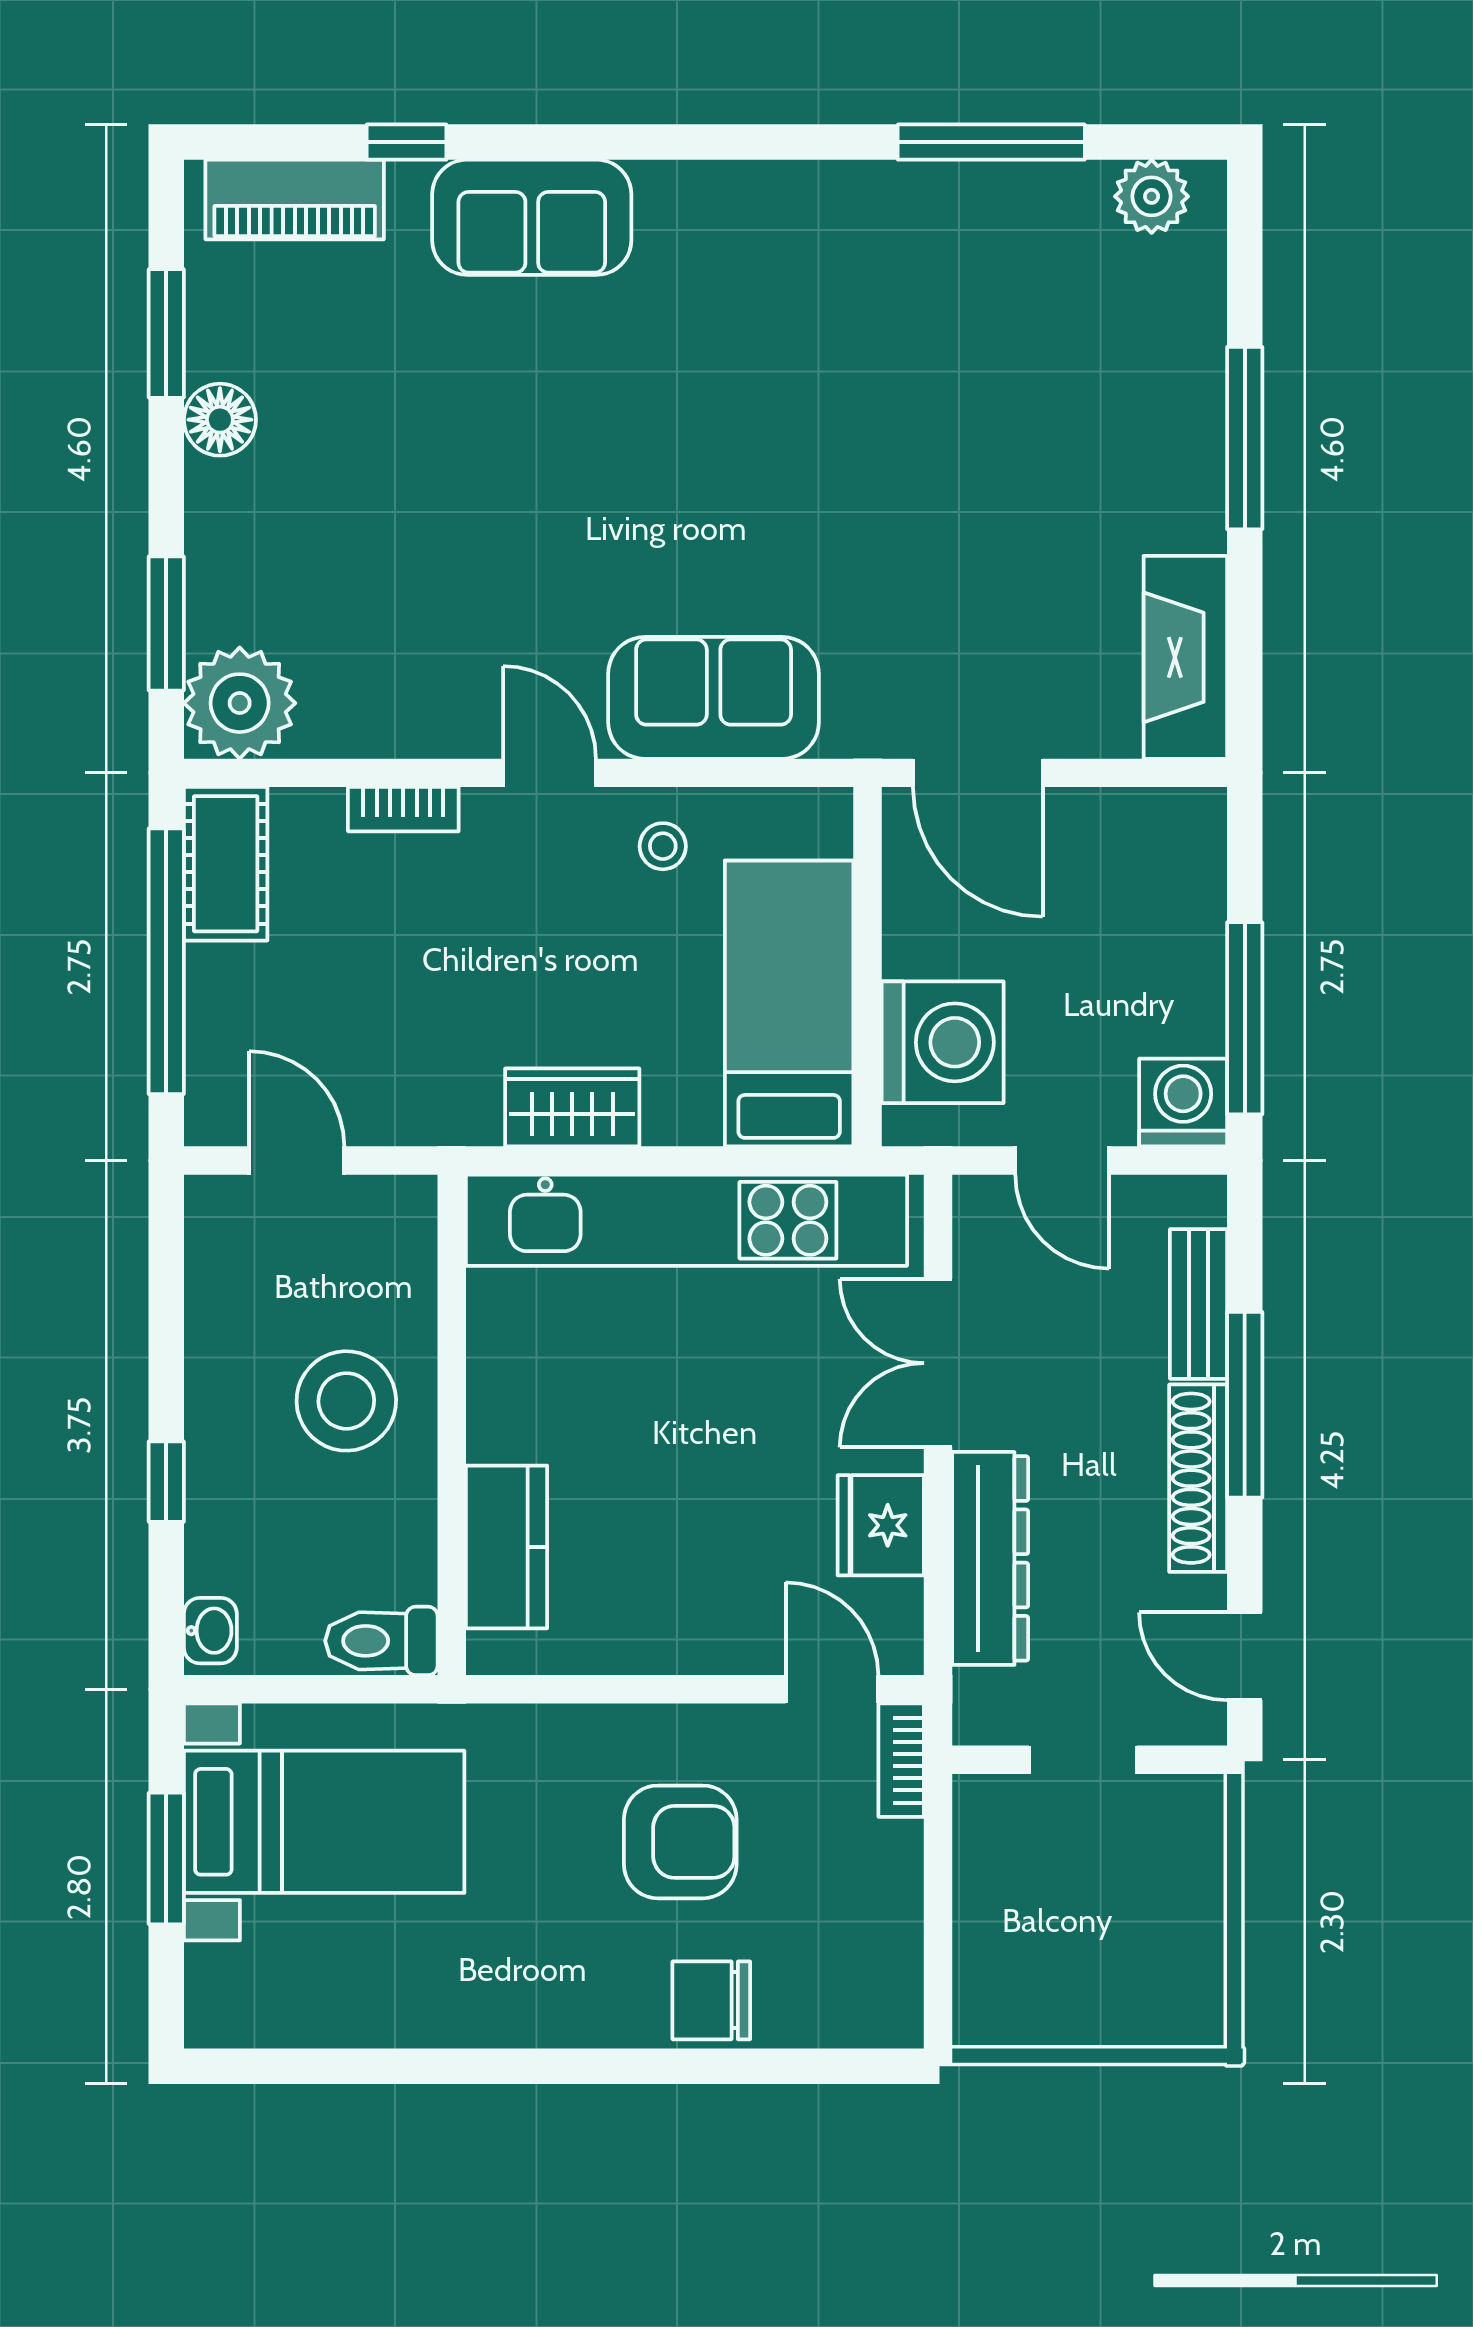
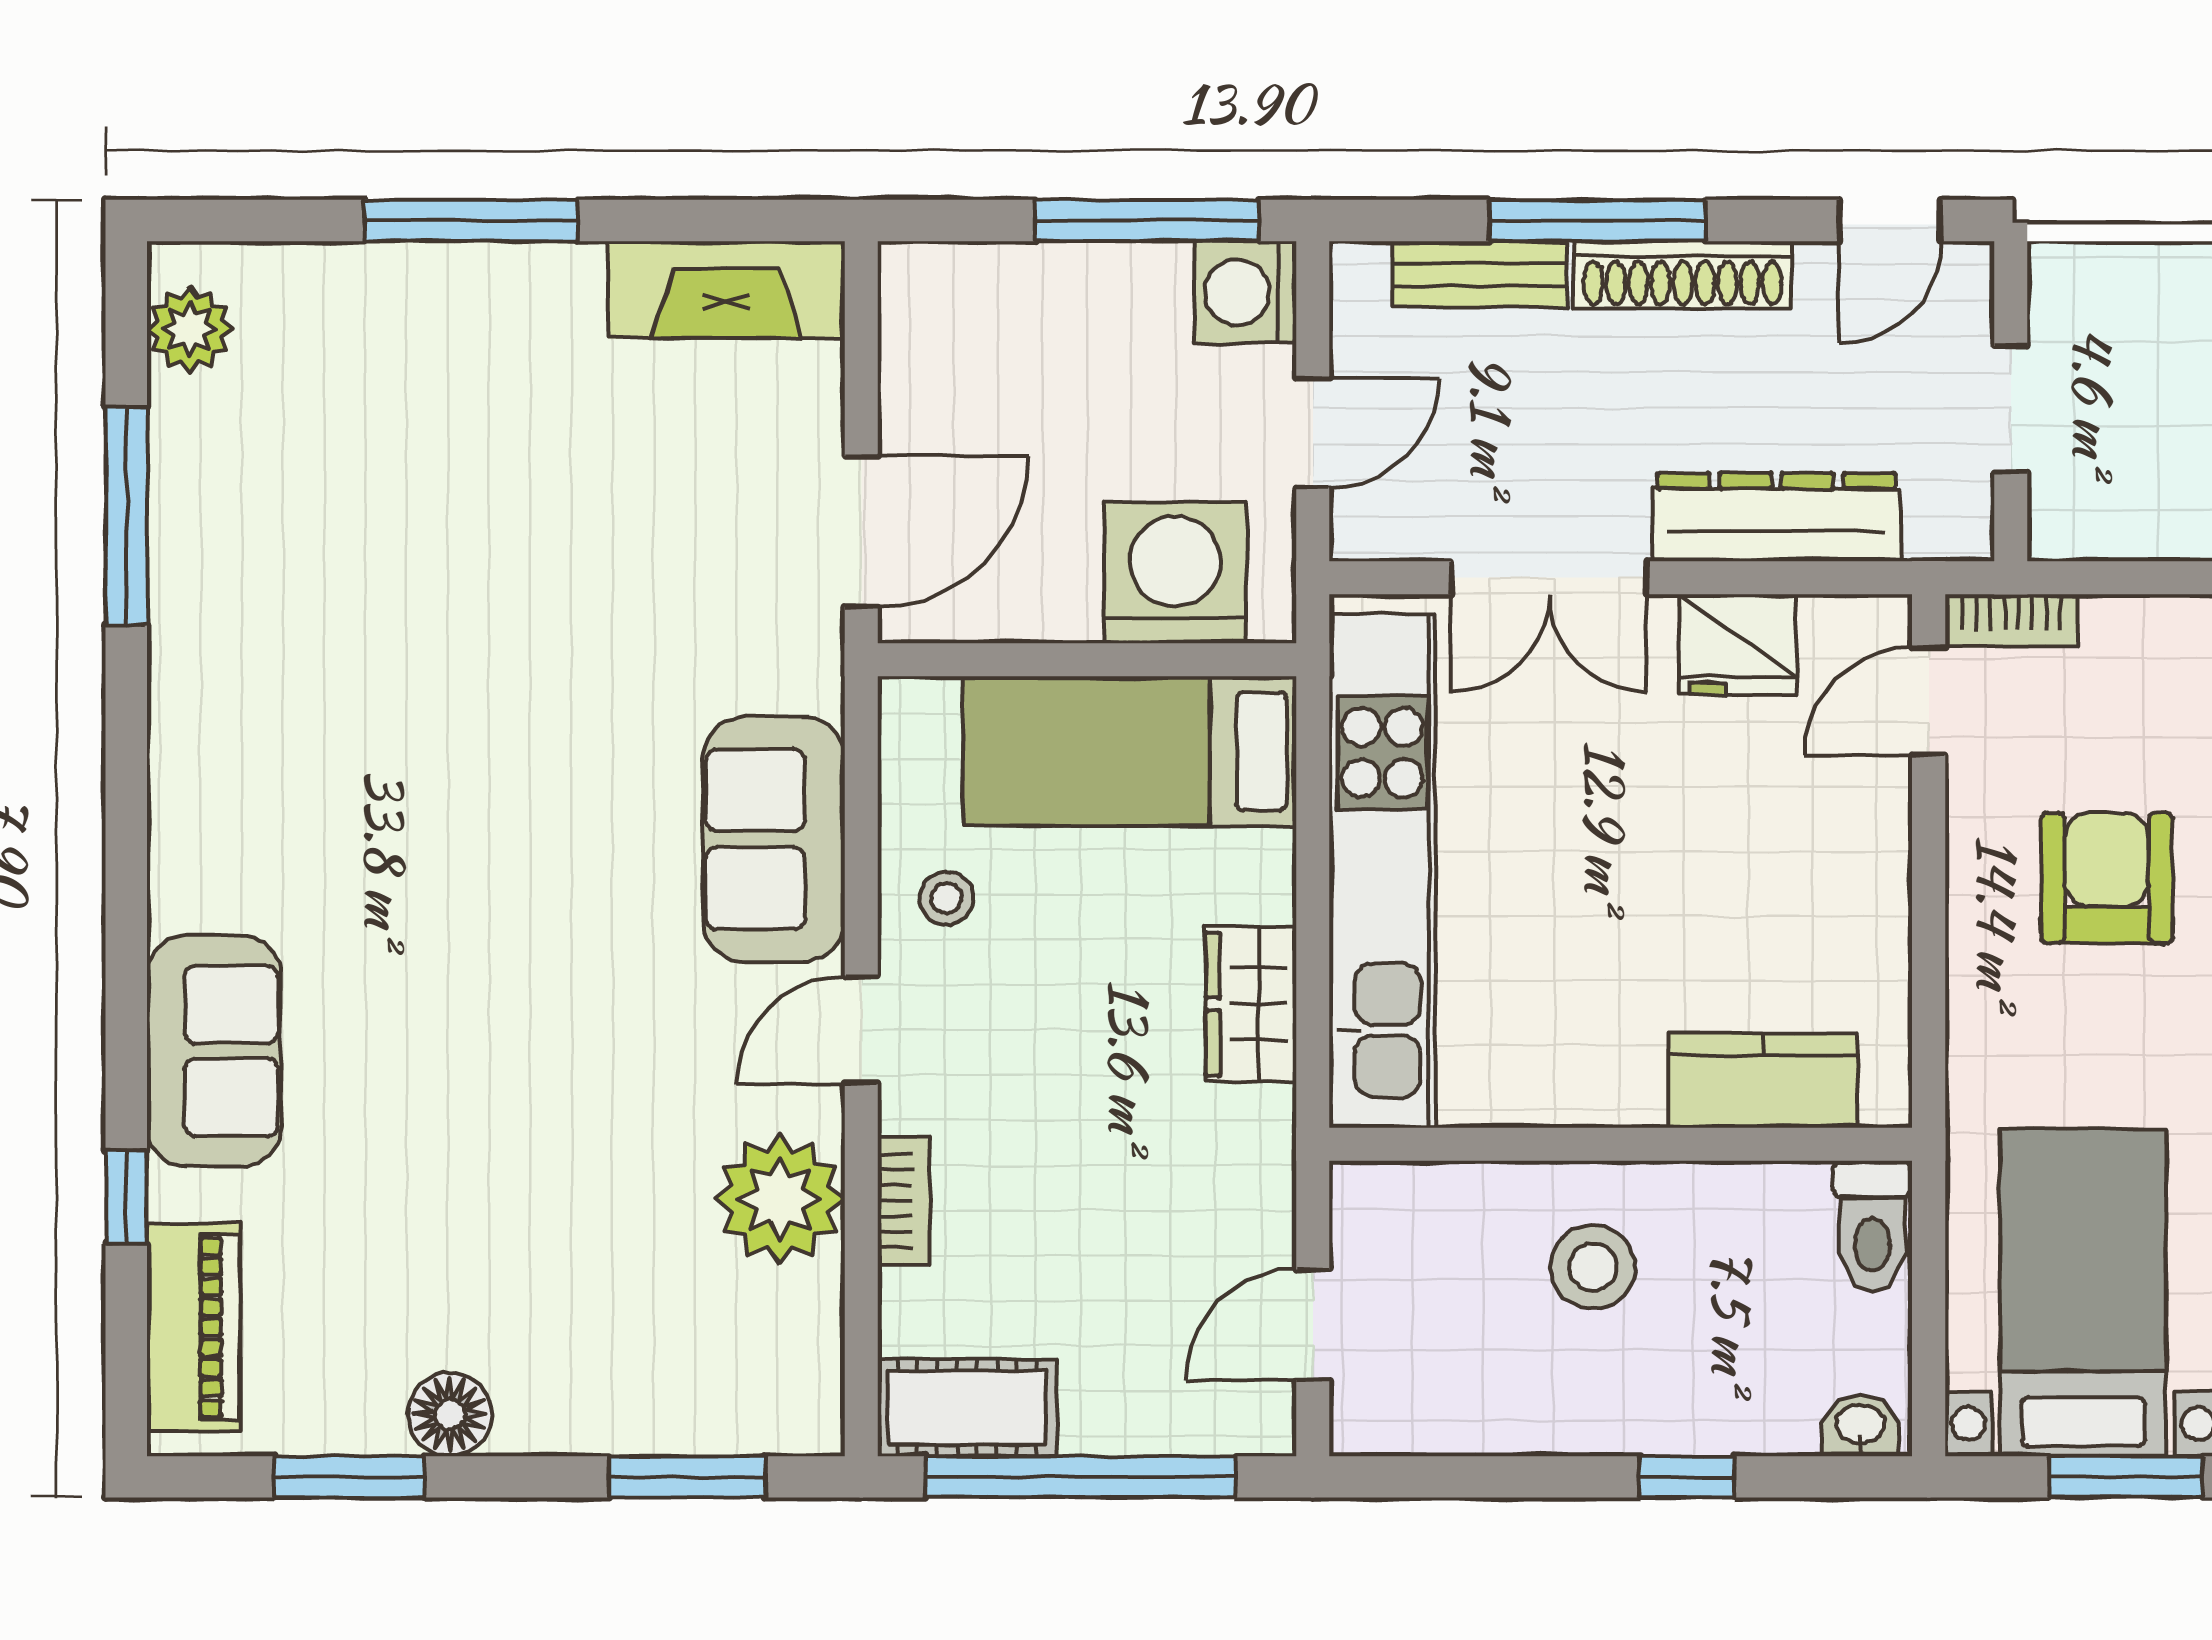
plant: (240, 703) -> (780, 1199), moved
stool: (346, 1401) -> (1593, 1267), width x0.73, depth x0.73

